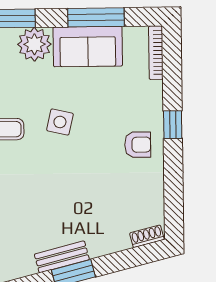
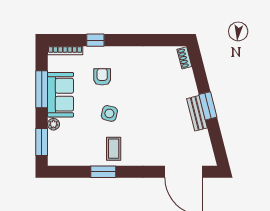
plant: (34, 44) -> (53, 124), width x0.53, depth x0.53
window: (173, 125) -> (95, 40), moved
armchair: (138, 145) -> (102, 77), moved

